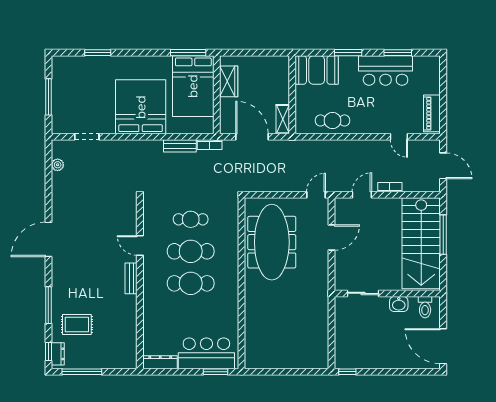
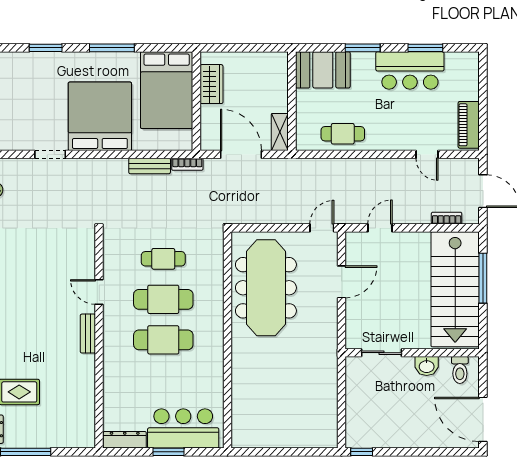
window: (188, 53) -> (112, 48), moved
doorway: (87, 137) -> (50, 154), moved
bookcase: (390, 187) -> (447, 218), moved
window: (215, 372) -> (169, 452), moved

